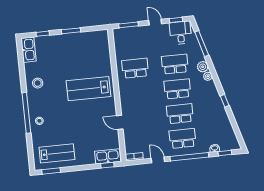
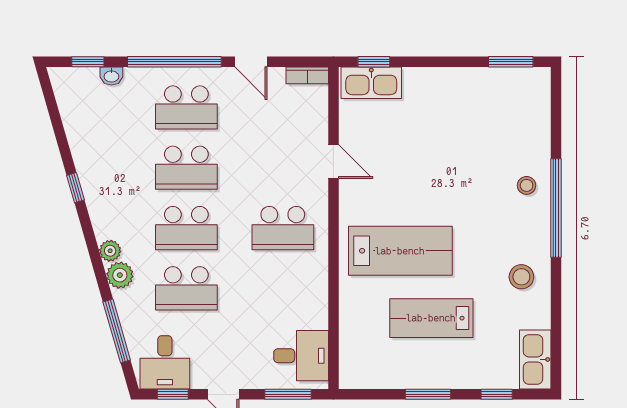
desk: (125, 41) -> (301, 356), added
school desk: (135, 68) -> (283, 228), moved
lab bench: (57, 153) -> (431, 318), moved

